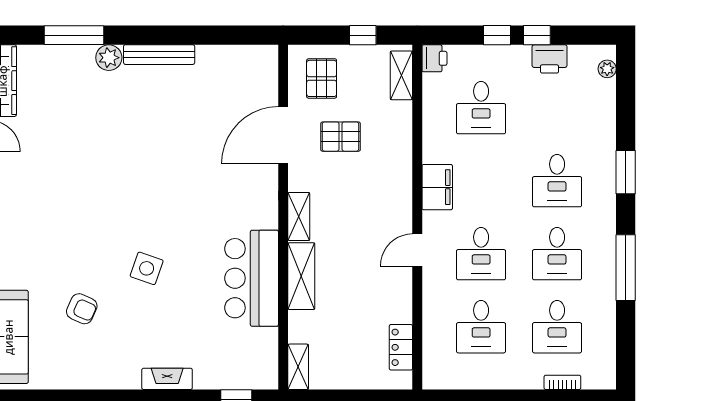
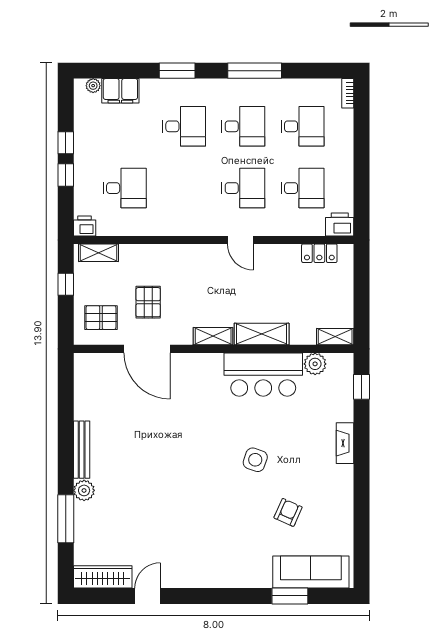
printer: (550, 59) -> (340, 224), moved, turned -90
filing cabinet: (437, 187) -> (120, 91), moved, turned 180
plant: (265, 342) -> (315, 364), added
bookcase: (562, 382) -> (348, 93), moved

